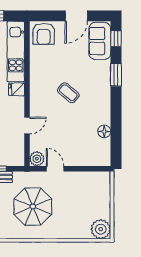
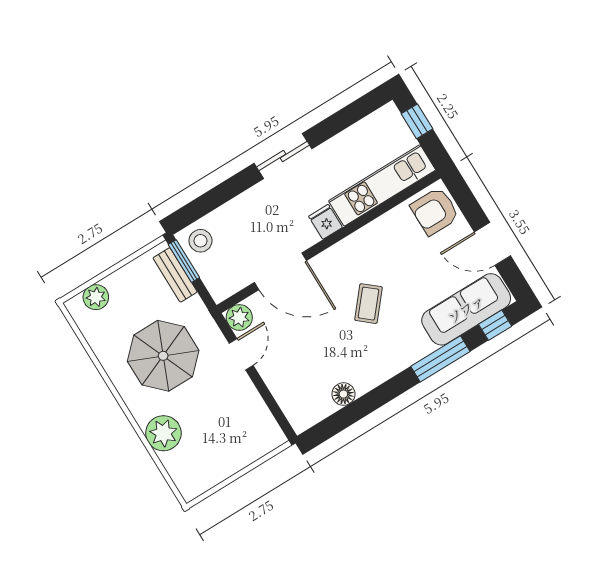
sofa: (100, 41) -> (466, 309), width x1.36
window: (116, 75) -> (440, 359), width x1.44
door: (27, 126) -> (280, 271), width x1.88
plant: (101, 229) -> (163, 433), moved

